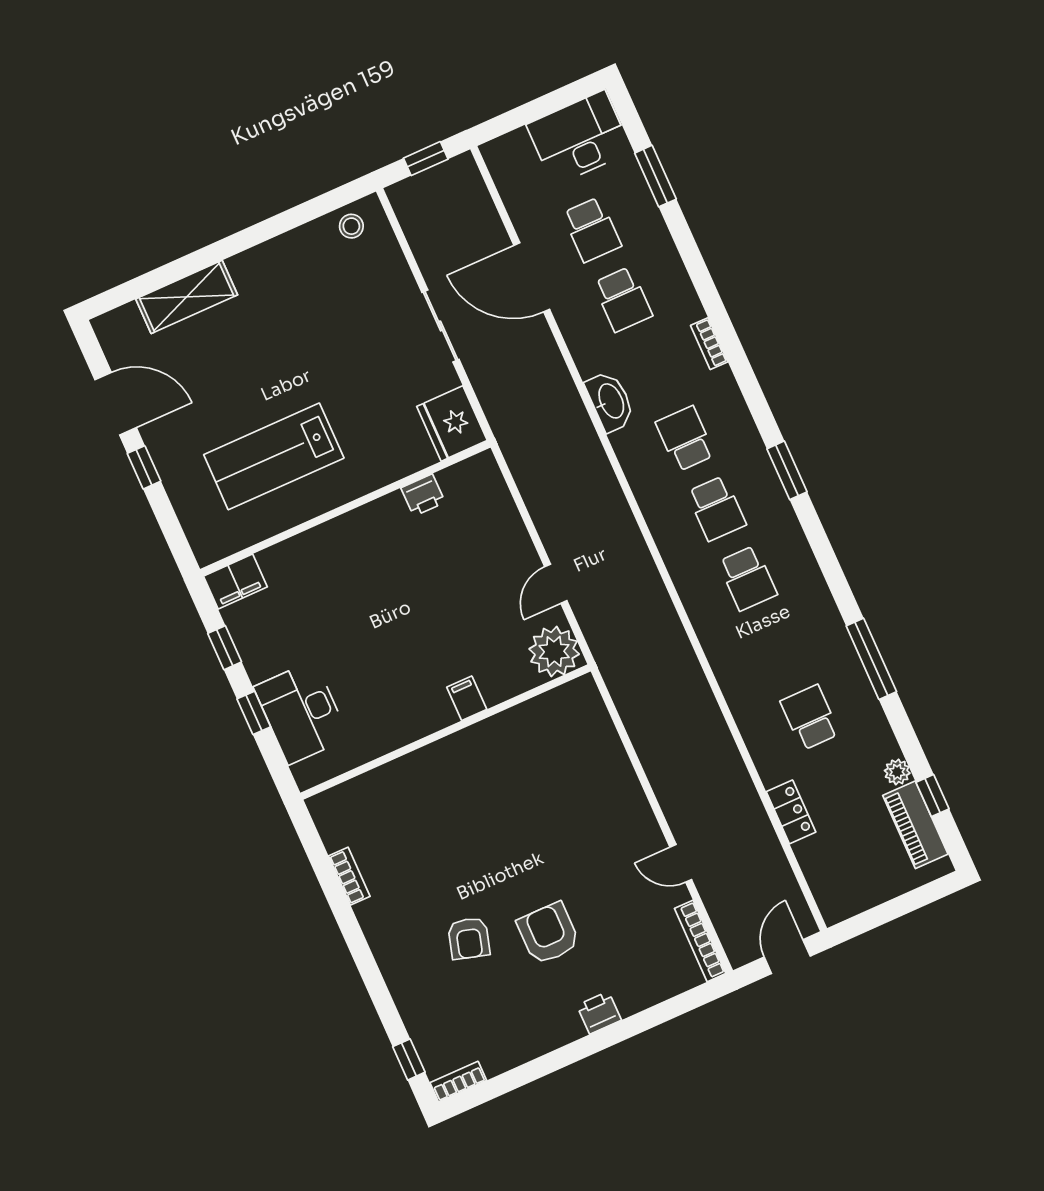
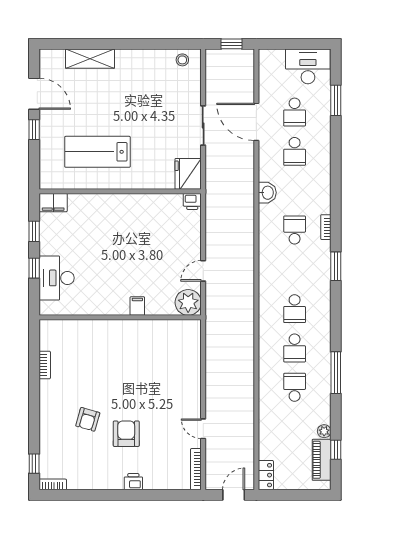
bookcase: (709, 344) -> (326, 227), moved
washbasin: (610, 401) -> (267, 193), width x0.72
printer: (423, 495) -> (192, 201), moved
school desk: (716, 508) -> (295, 348), moved
locker: (791, 812) -> (266, 475), moved

